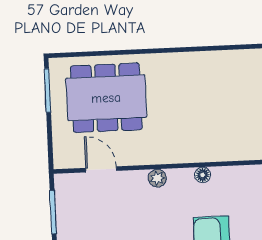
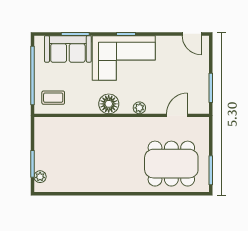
door: (101, 169) -> (177, 115), swing flipped
floor lamp: (203, 175) -> (109, 104), width x1.89, depth x1.89

